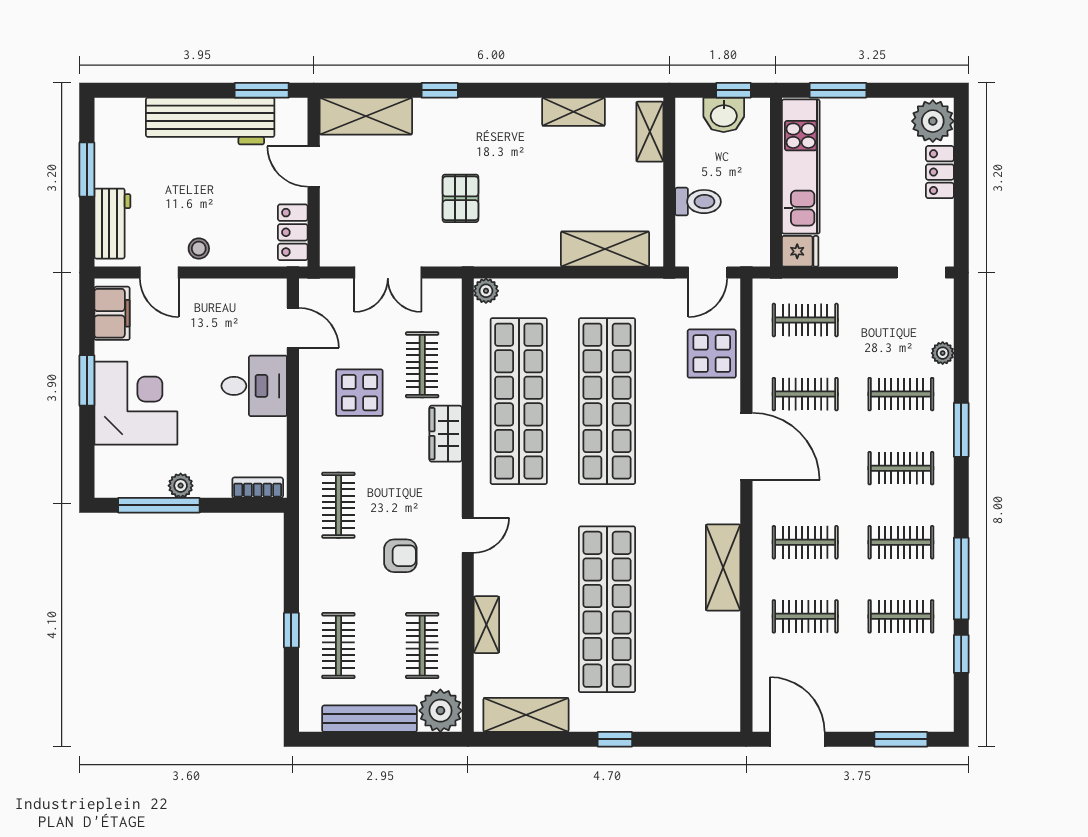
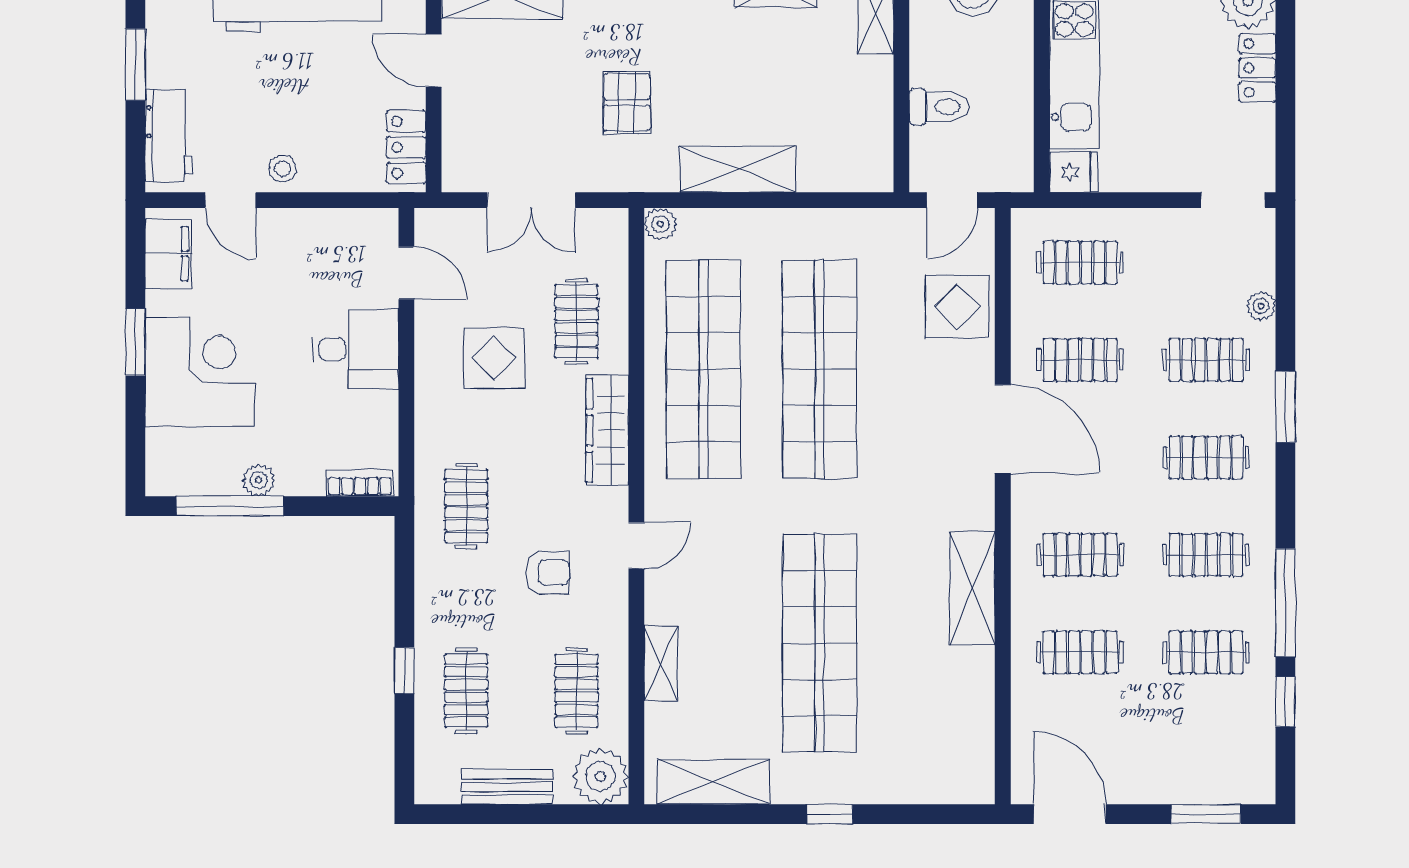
shelving: (605, 249) -> (738, 169), moved
wardrobe: (446, 434) -> (607, 430), width x1.50
bench: (370, 719) -> (507, 787), width x0.73

